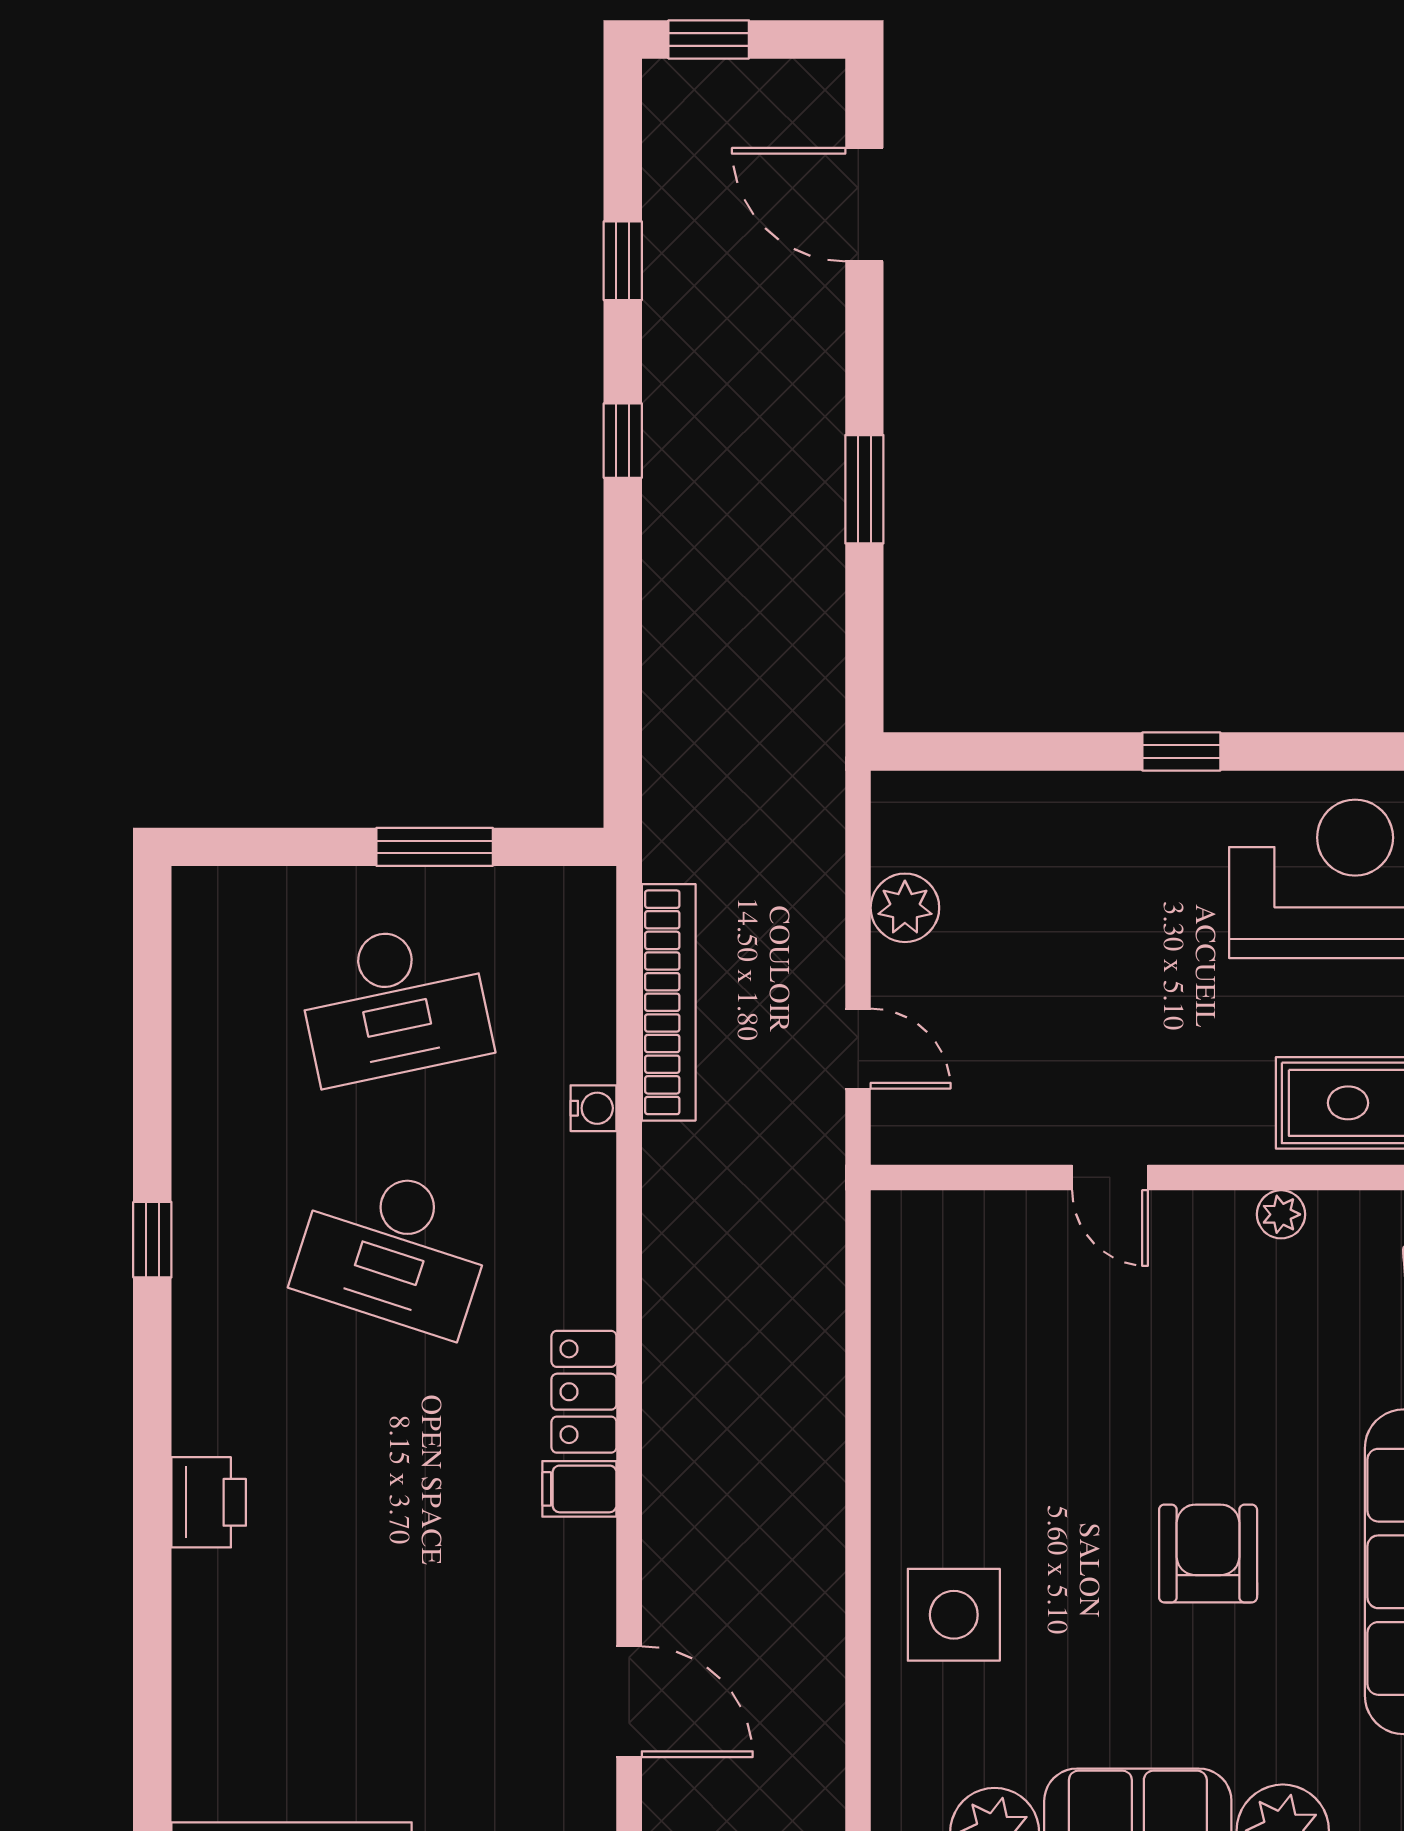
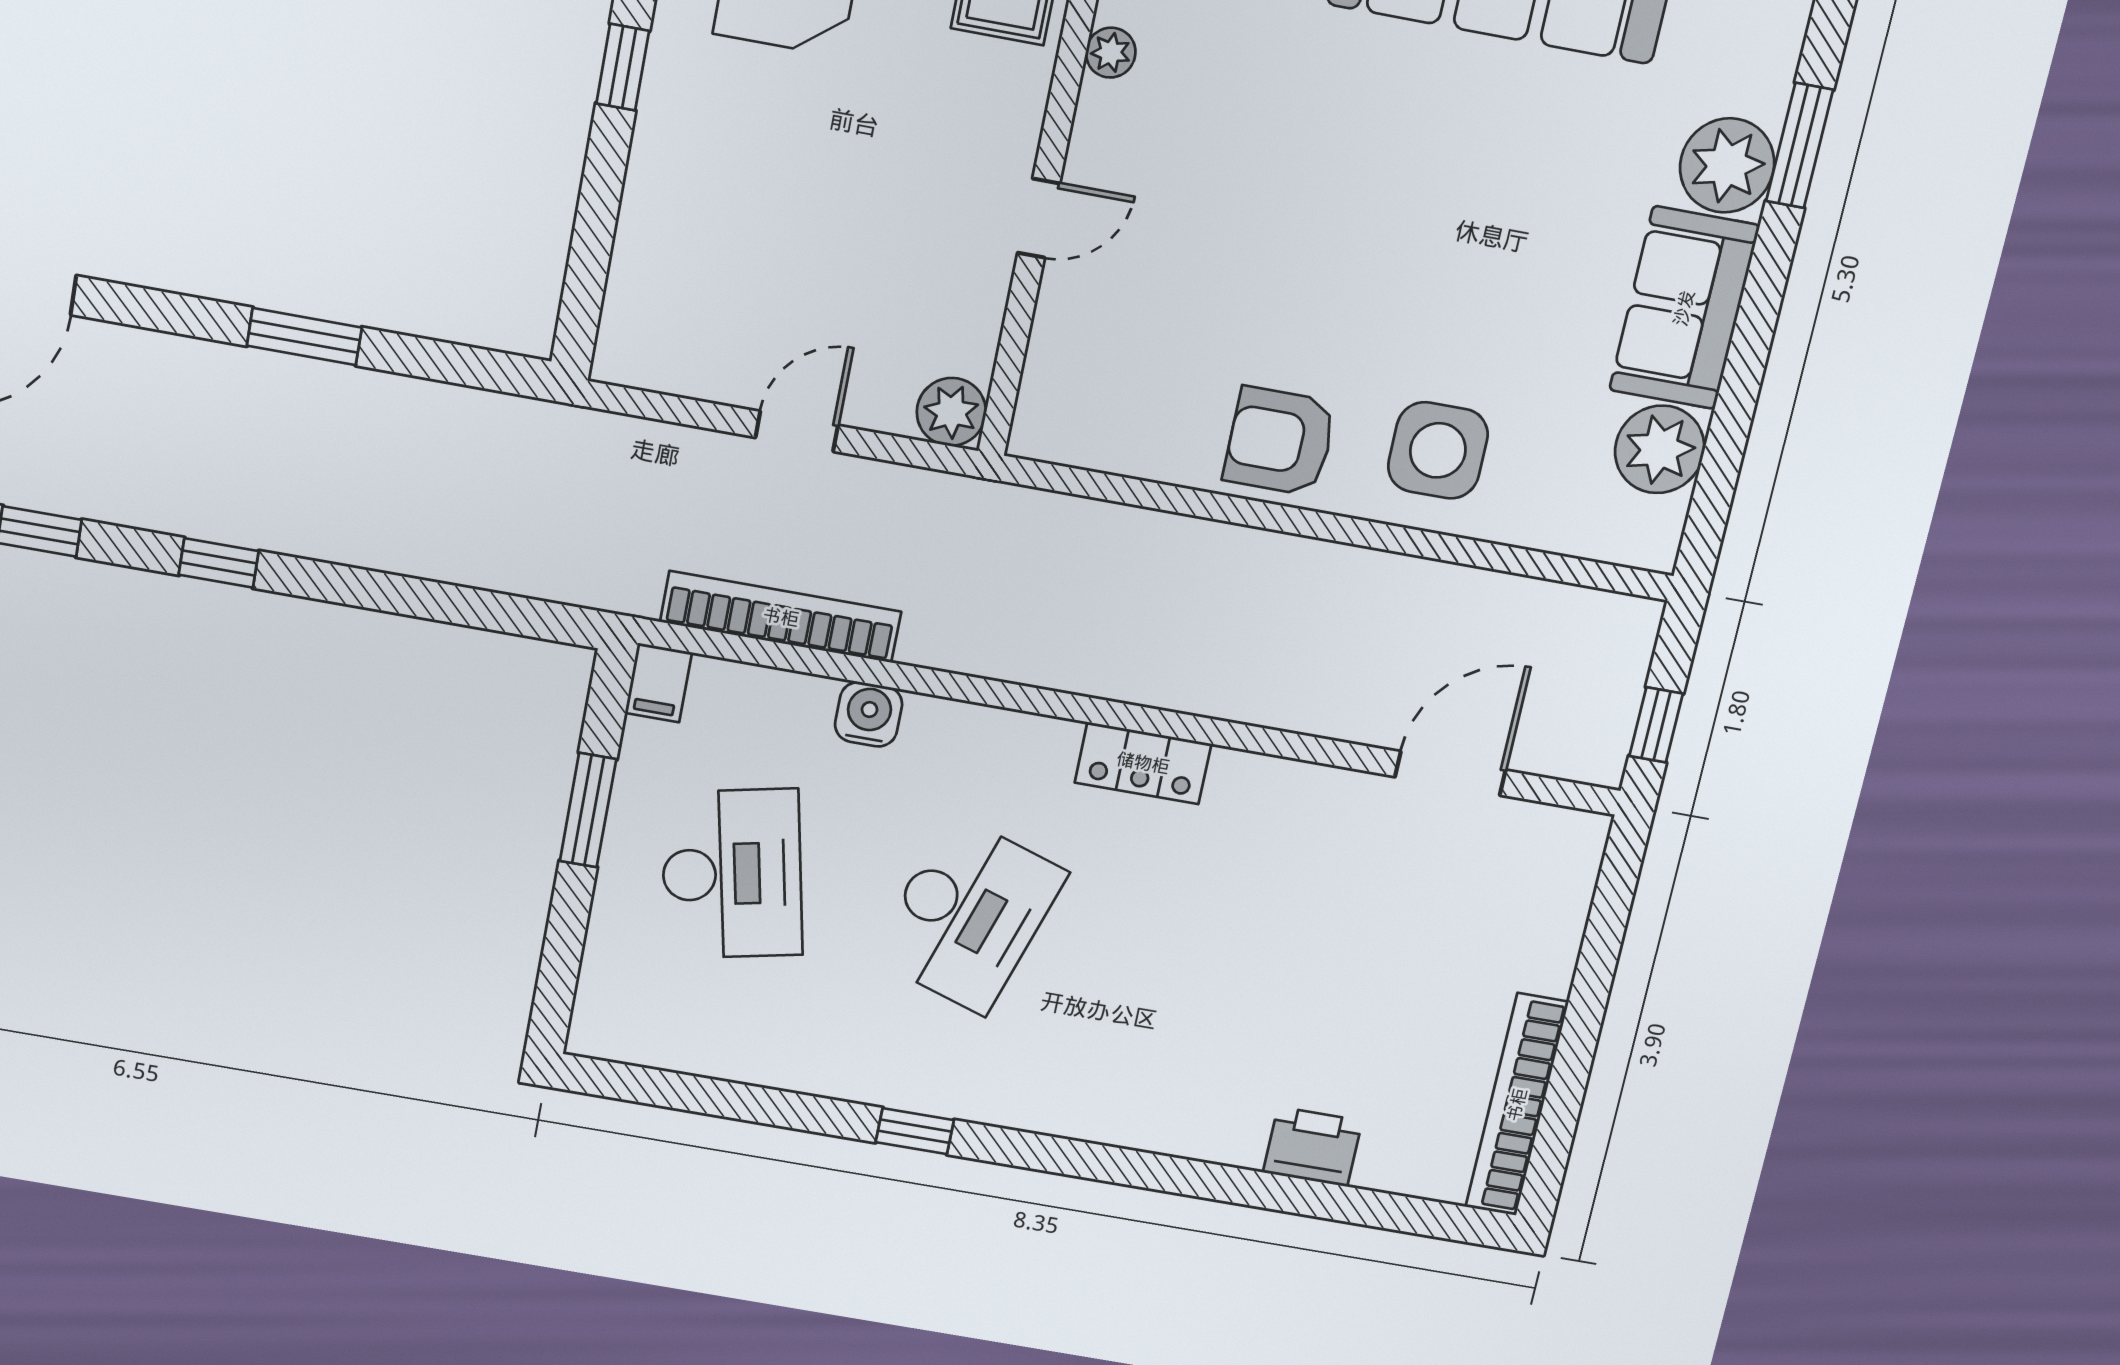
plant: (905, 908) -> (951, 412), moved
door: (858, 1049) -> (797, 431), moved
water cooler: (593, 1108) -> (869, 714), width x1.38, depth x1.38
filing cabinet: (579, 1489) -> (658, 683), moved
printer: (209, 1502) -> (1313, 1147), moved
armchair: (1208, 1554) -> (1280, 441), moved

